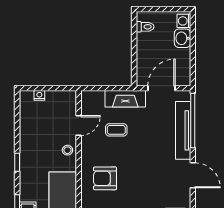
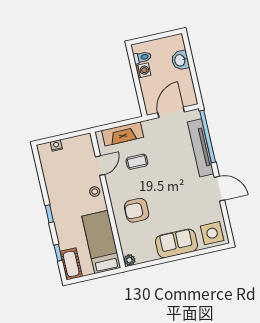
washing machine: (184, 21) -> (143, 70), moved, turned 180
fireplace: (125, 99) -> (123, 134), moved

